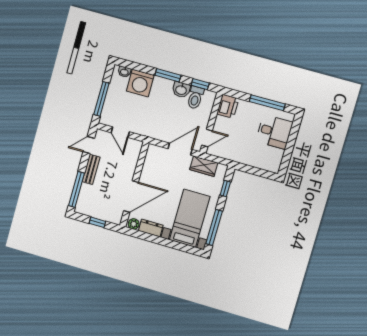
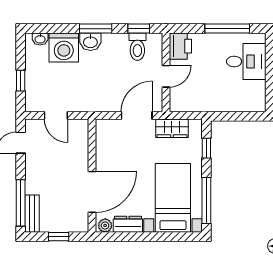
washbasin: (181, 90) -> (90, 42), moved
window: (101, 99) -> (21, 81), width x0.46
door: (207, 138) -> (166, 76), moved
bench: (91, 169) -> (32, 214), moved

